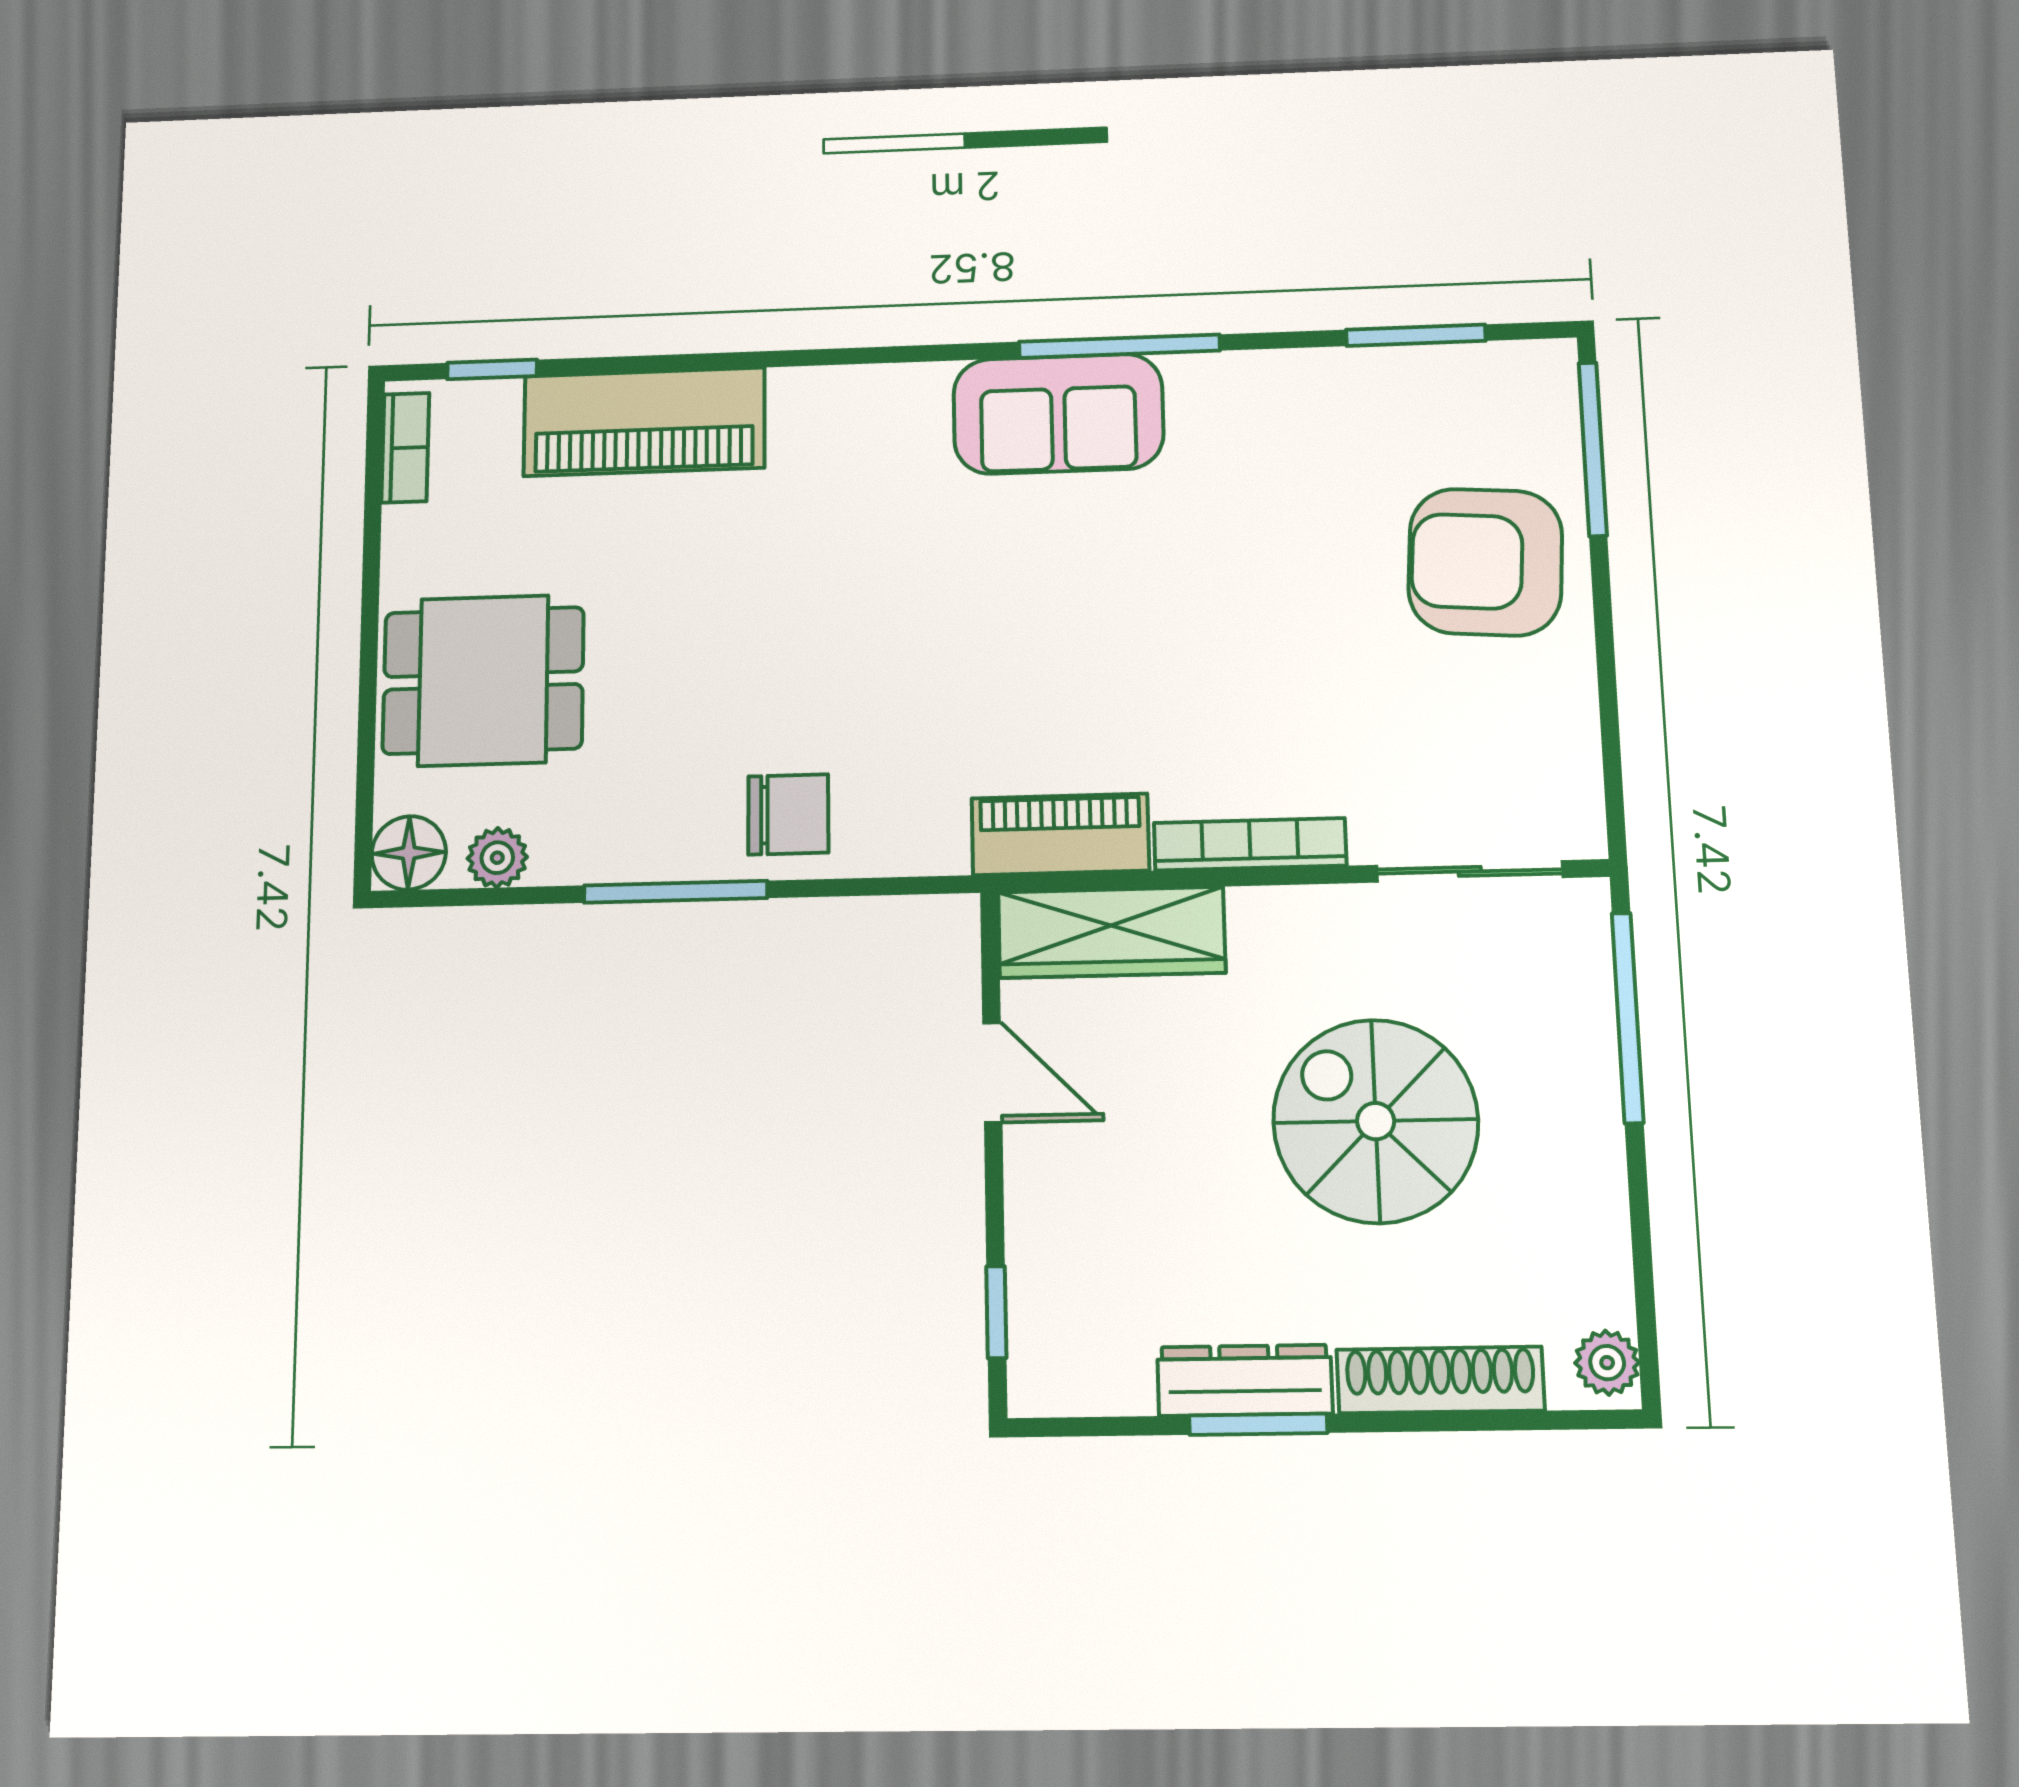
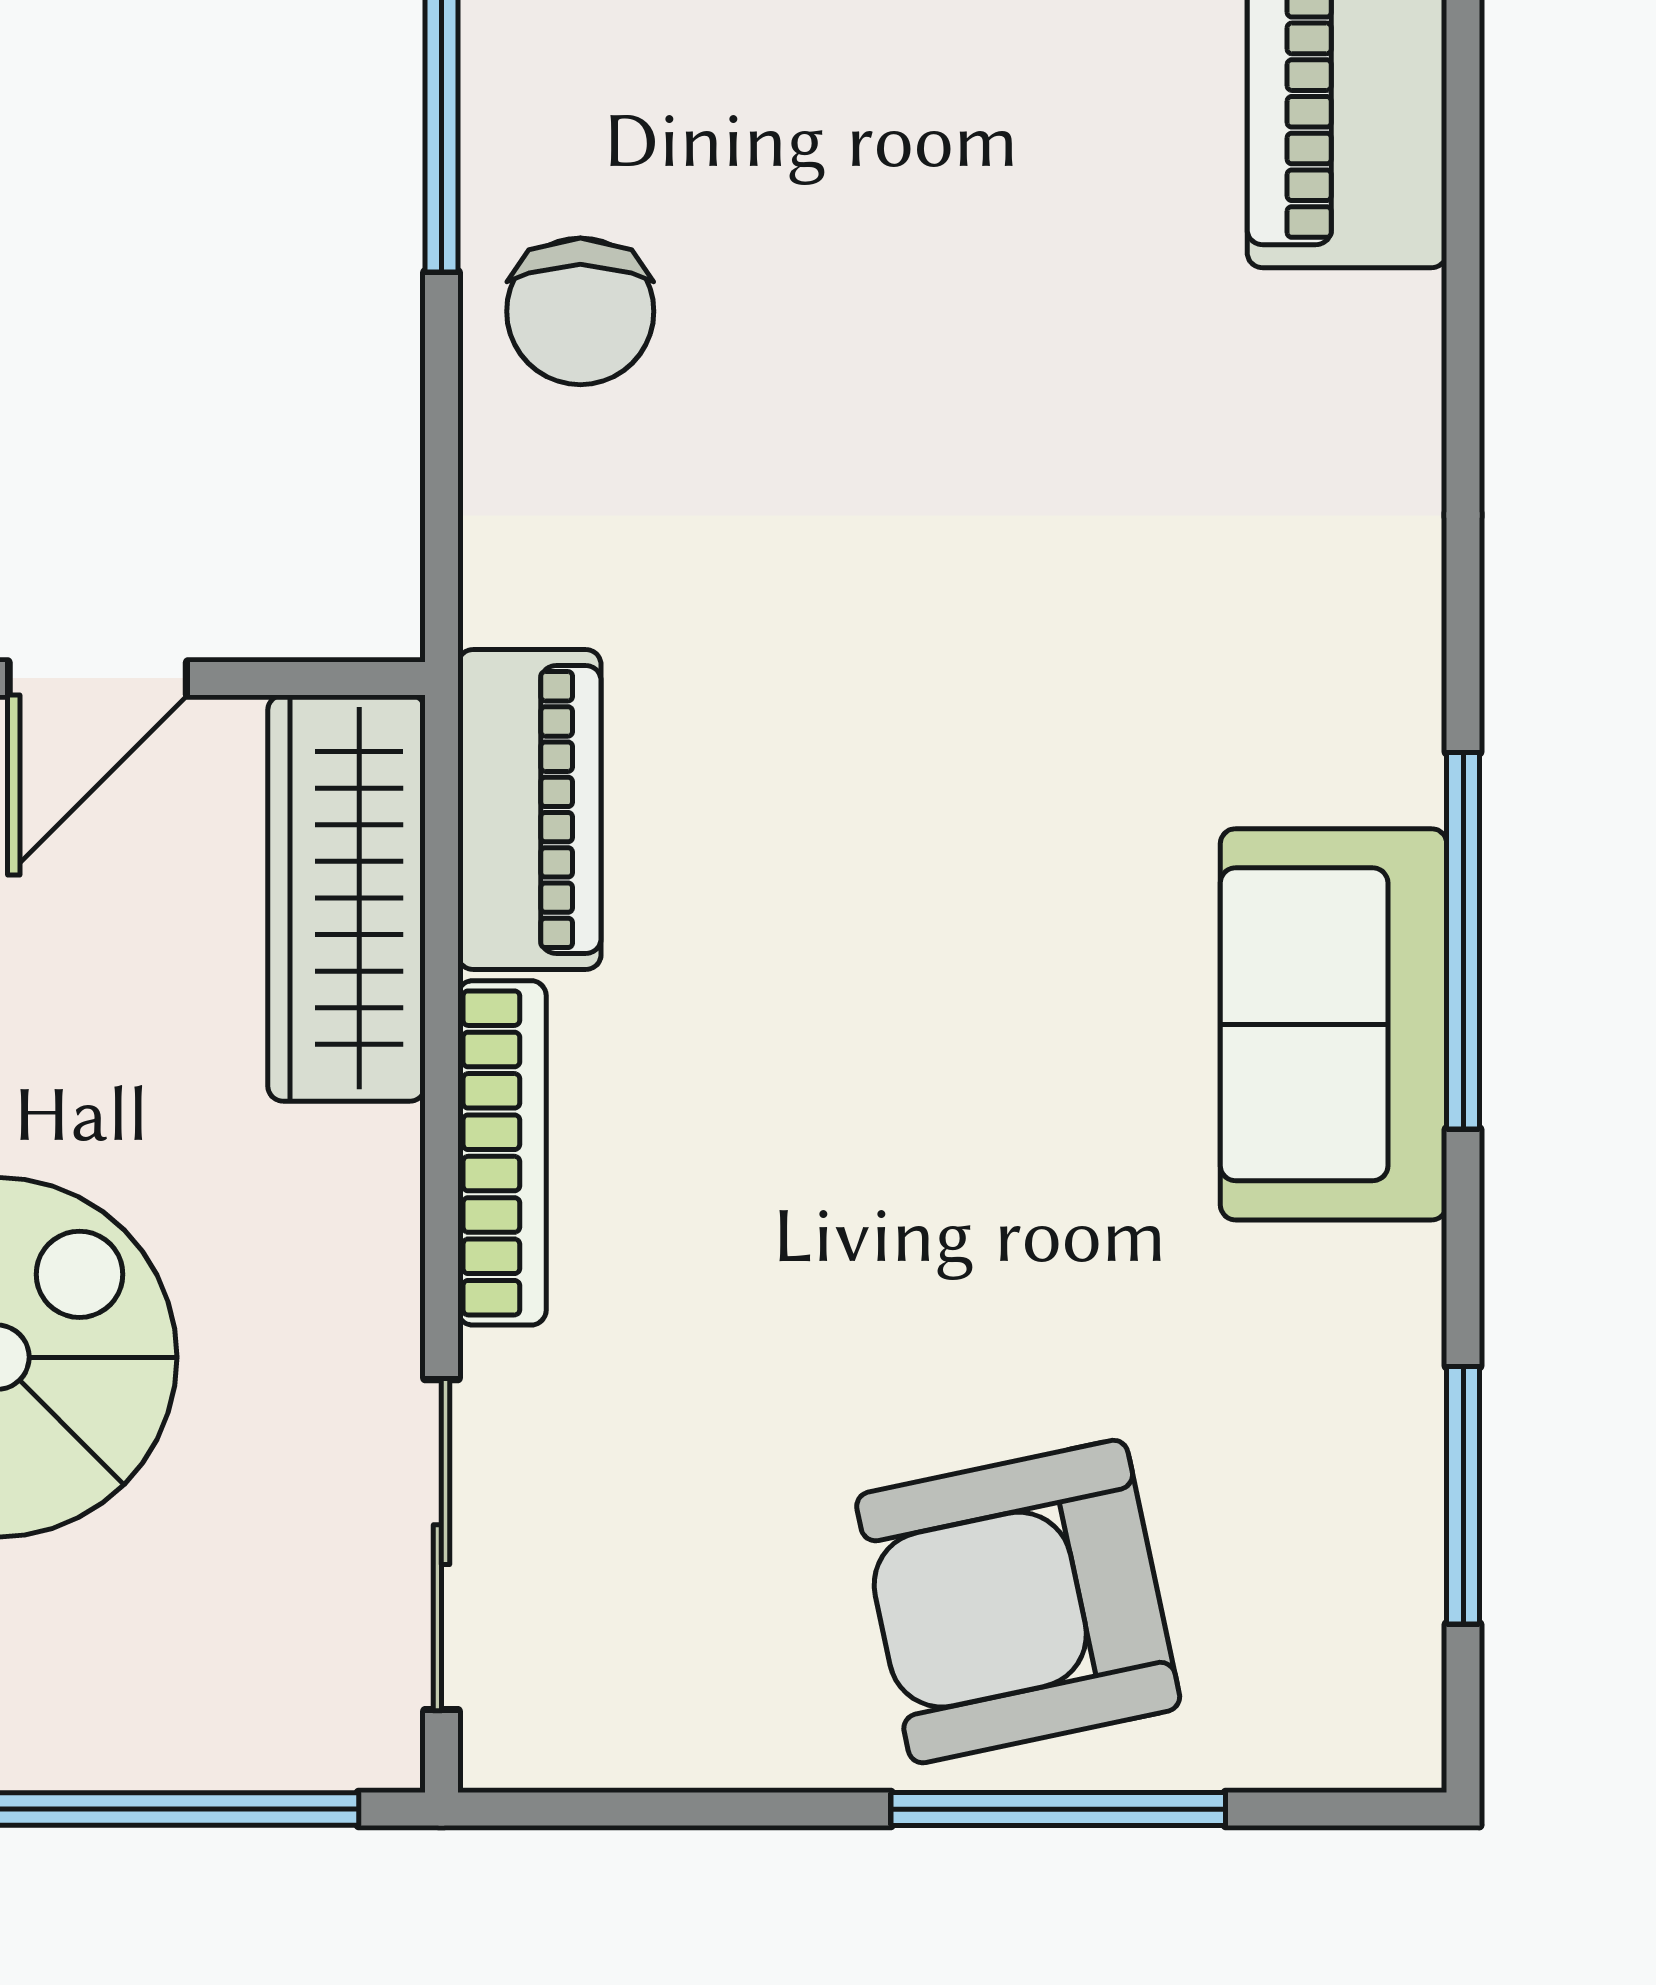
sofa: (1058, 414) -> (1334, 1024), moved
window: (1593, 449) -> (1058, 1809), moved
armchair: (1485, 562) -> (1018, 1602), turned -106

